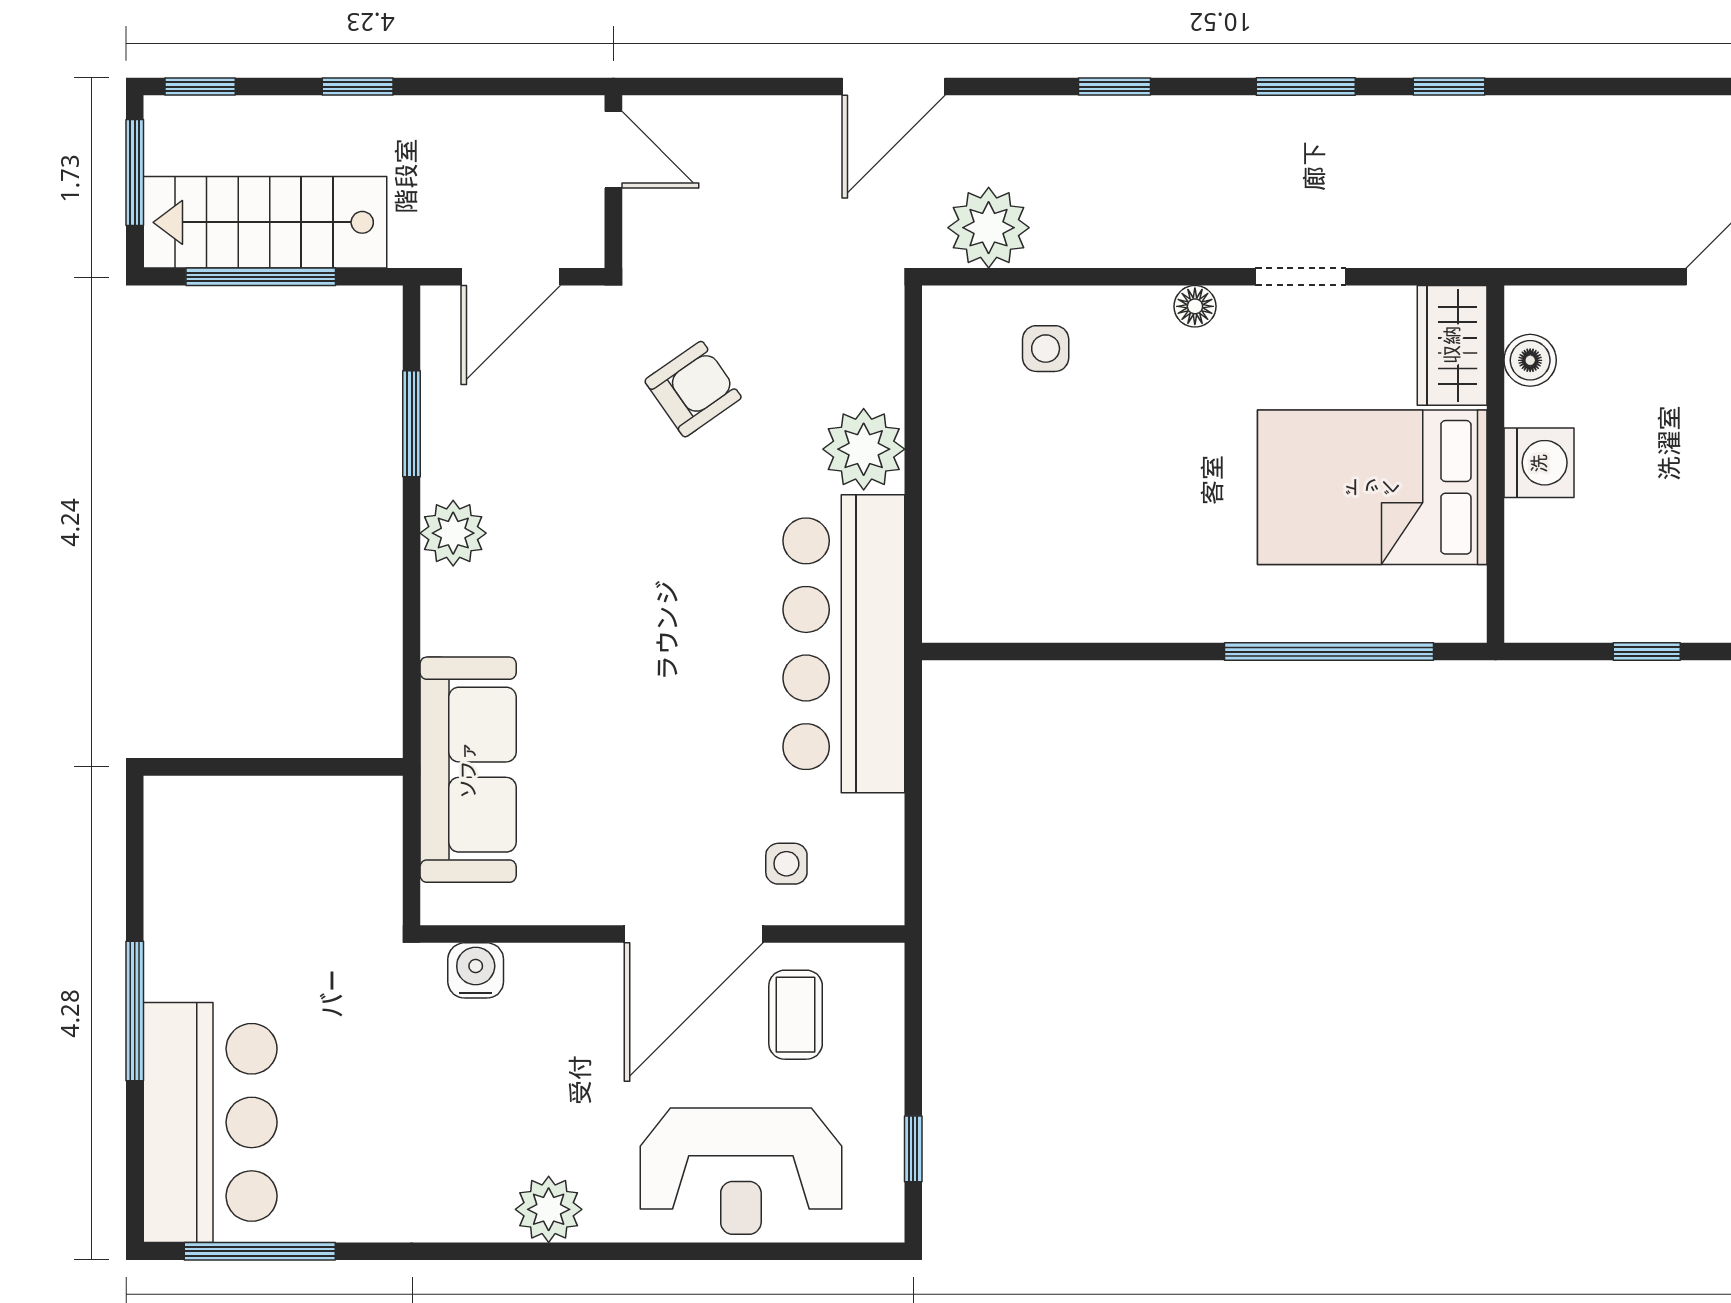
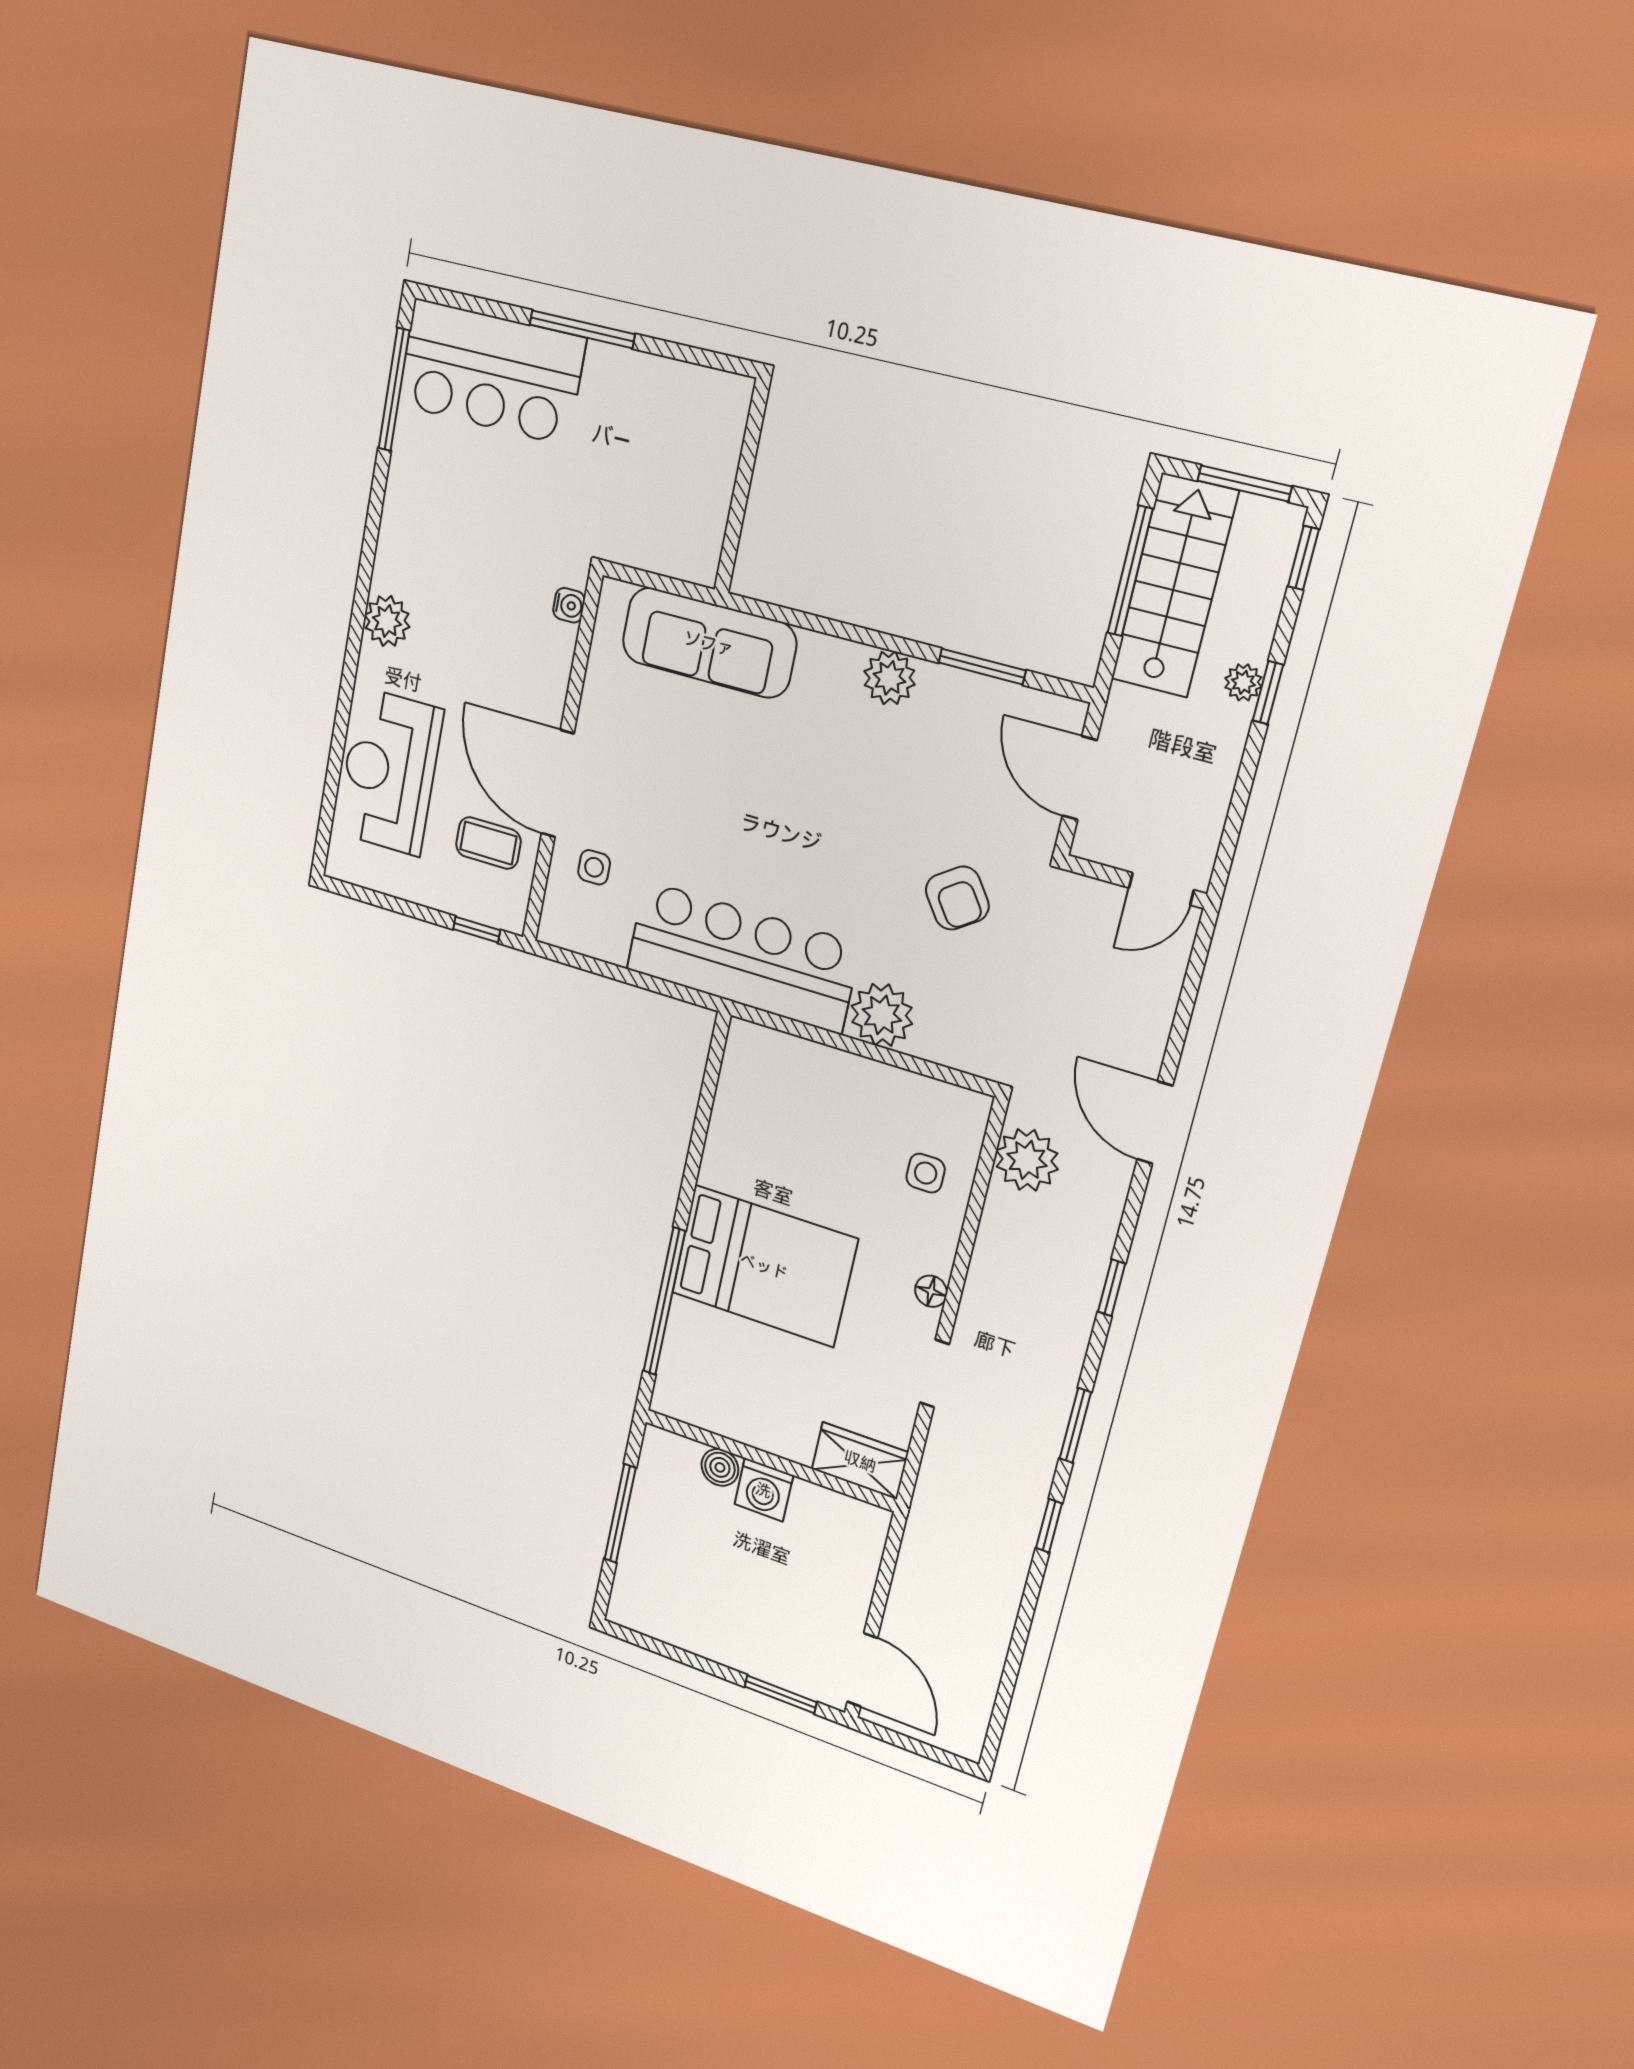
plant: (353, 117) -> (1243, 682), added
boiler: (1530, 360) -> (720, 1467), moved
bed: (1372, 487) -> (764, 1266), moved, turned 90
window: (1647, 652) -> (620, 1513), width x2.17
water cooler: (476, 970) -> (569, 605), width x0.72, depth x0.72
window: (913, 1149) -> (477, 930), moved

